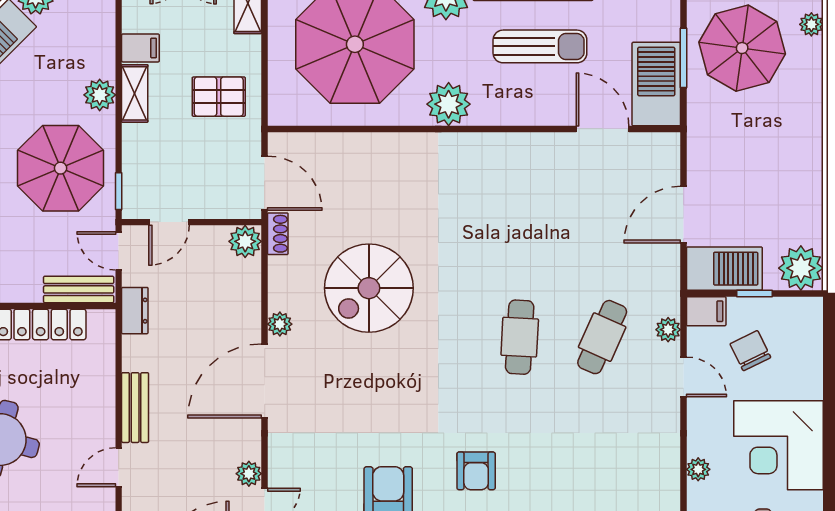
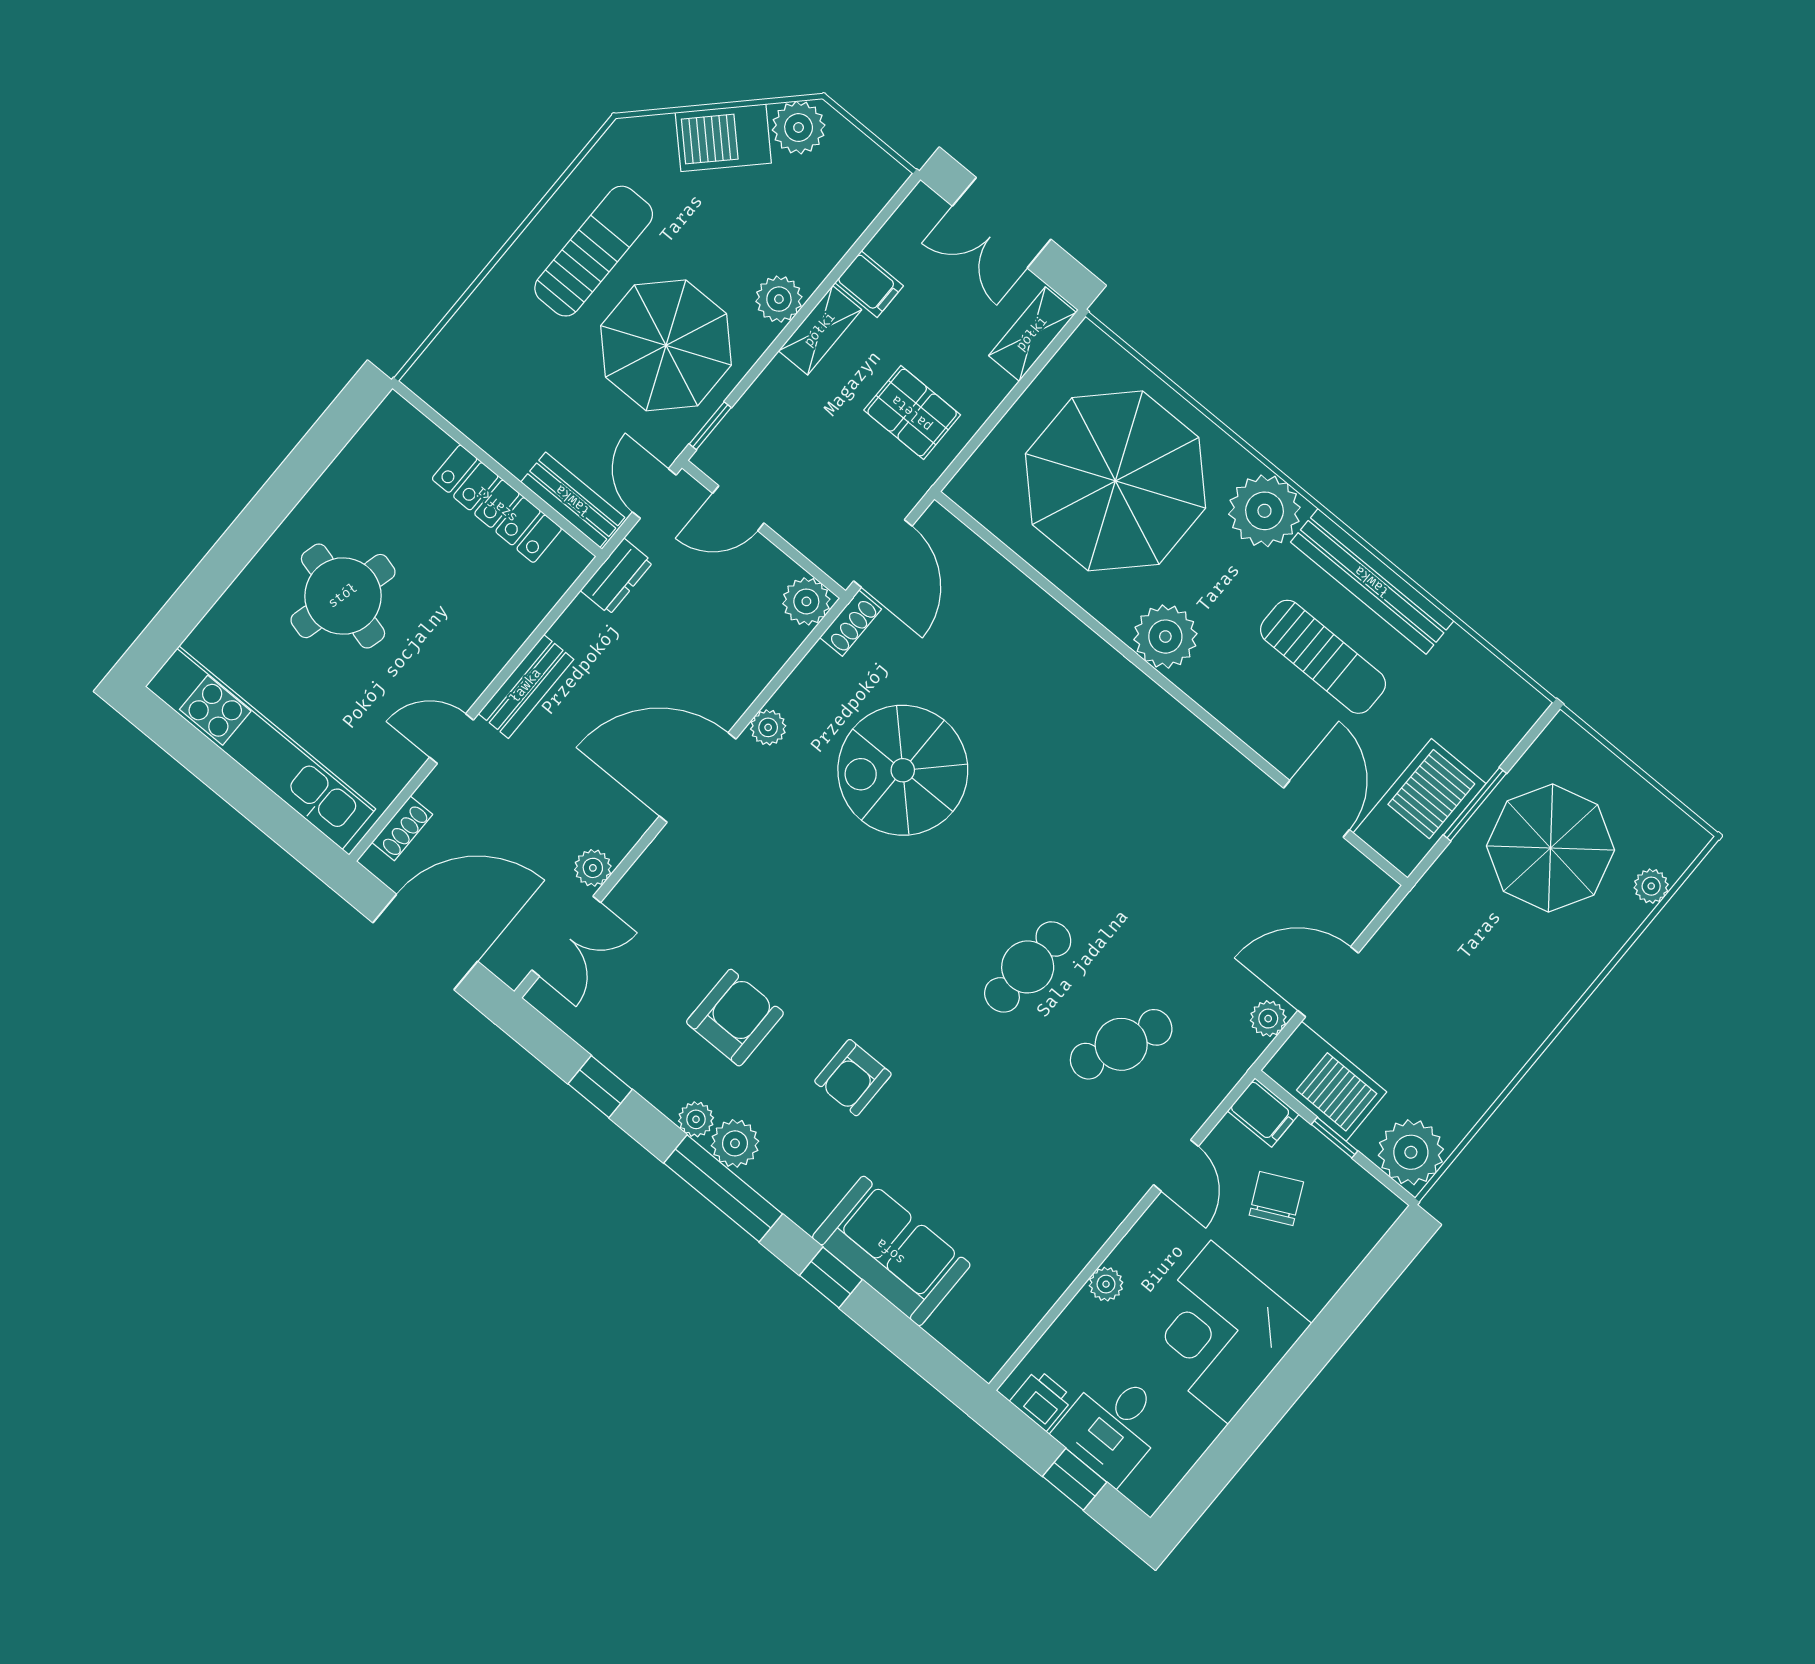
plant: (668, 330) -> (1268, 1019), moved

